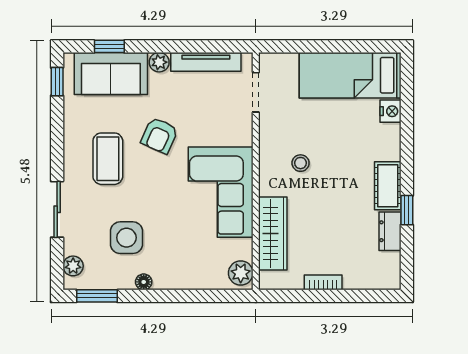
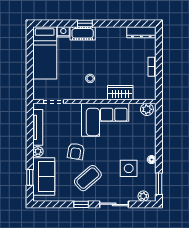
window: (57, 82) -> (81, 204), moved
armchair: (159, 136) -> (76, 151), turned 75
coffee table: (108, 159) -> (88, 178), turned -41
cot: (388, 186) -> (83, 33), moved
window: (407, 210) -> (85, 23), moved
dresser: (390, 231) -> (141, 32), moved, width x1.44
wardrobe: (273, 233) -> (120, 93), width x0.67

